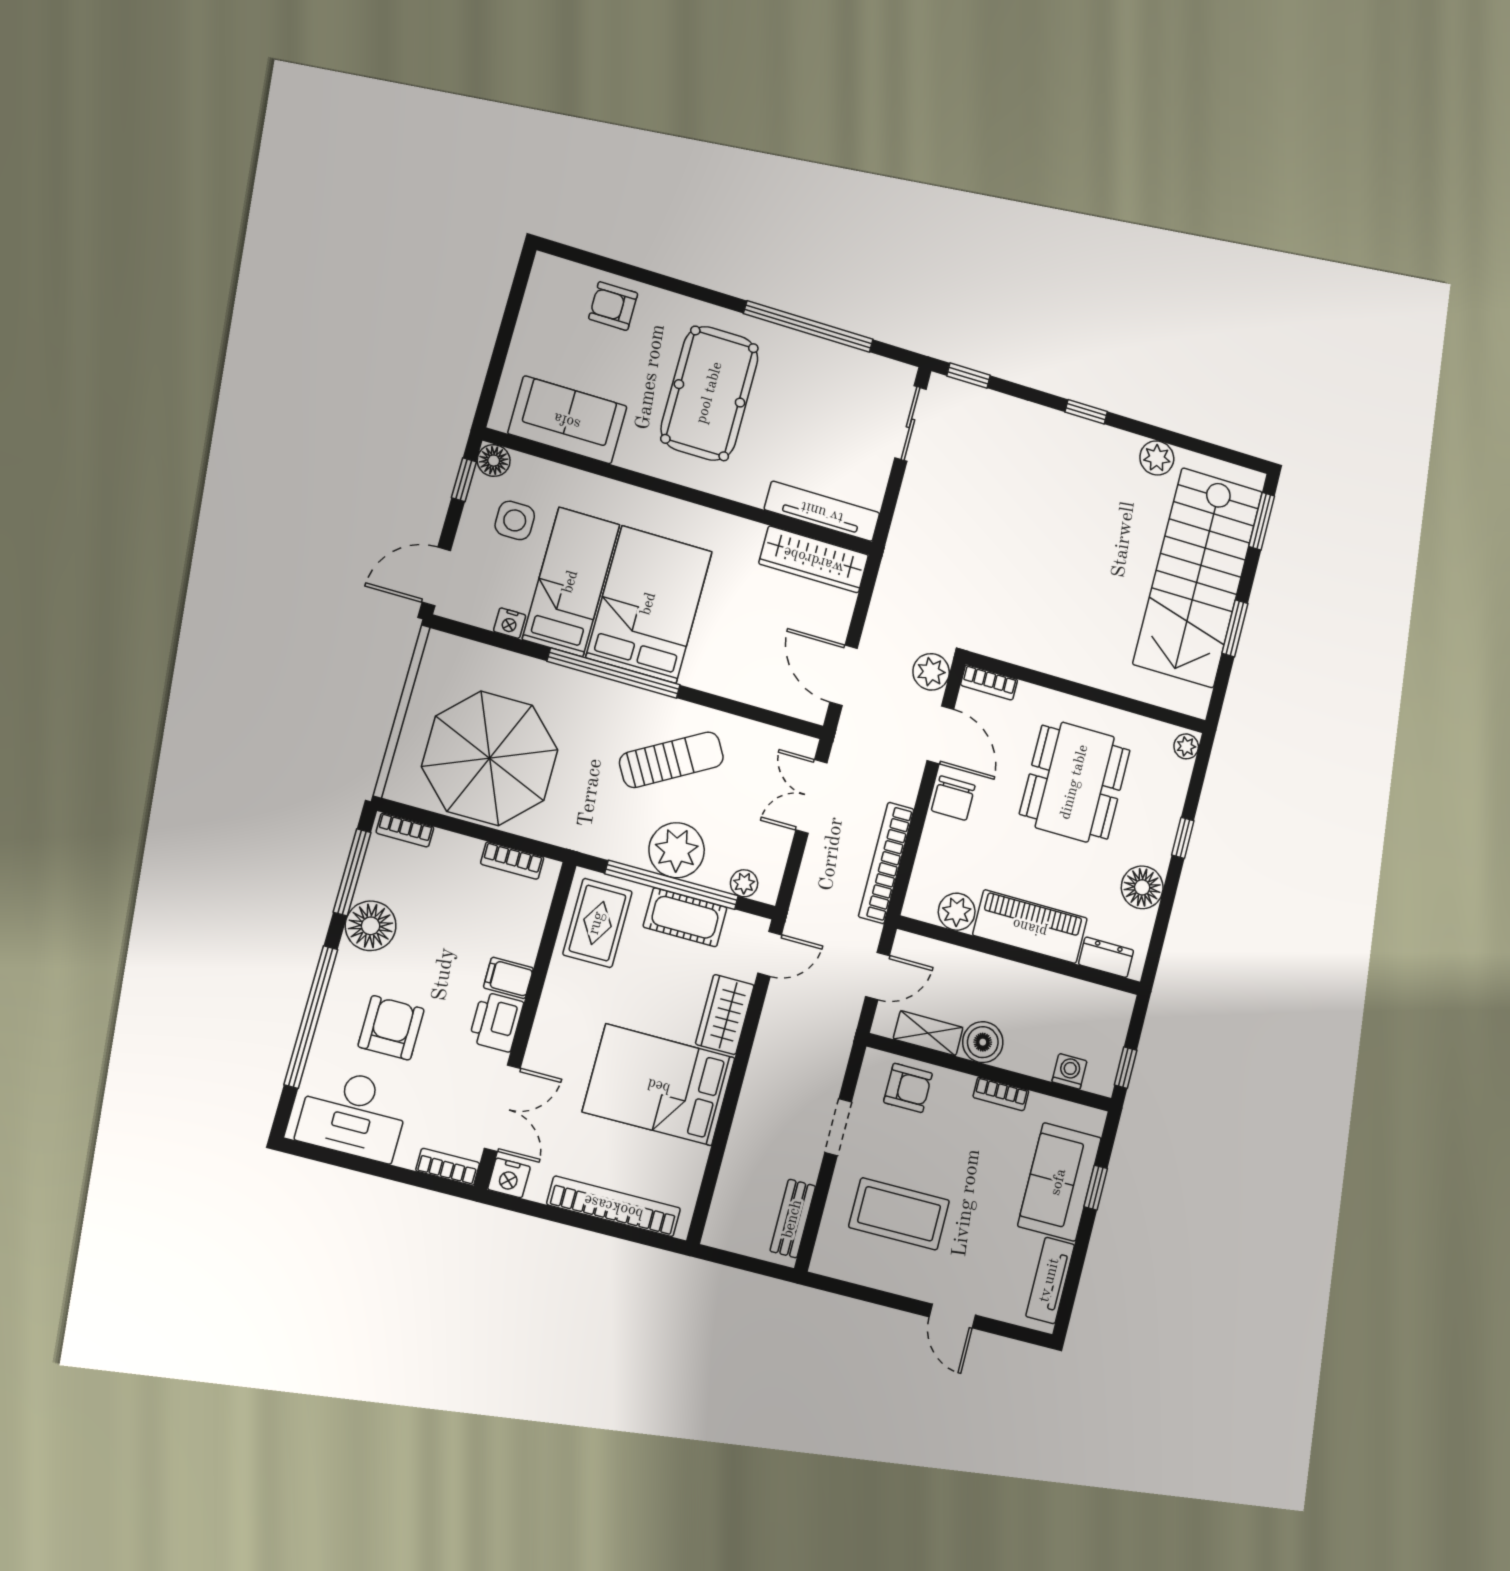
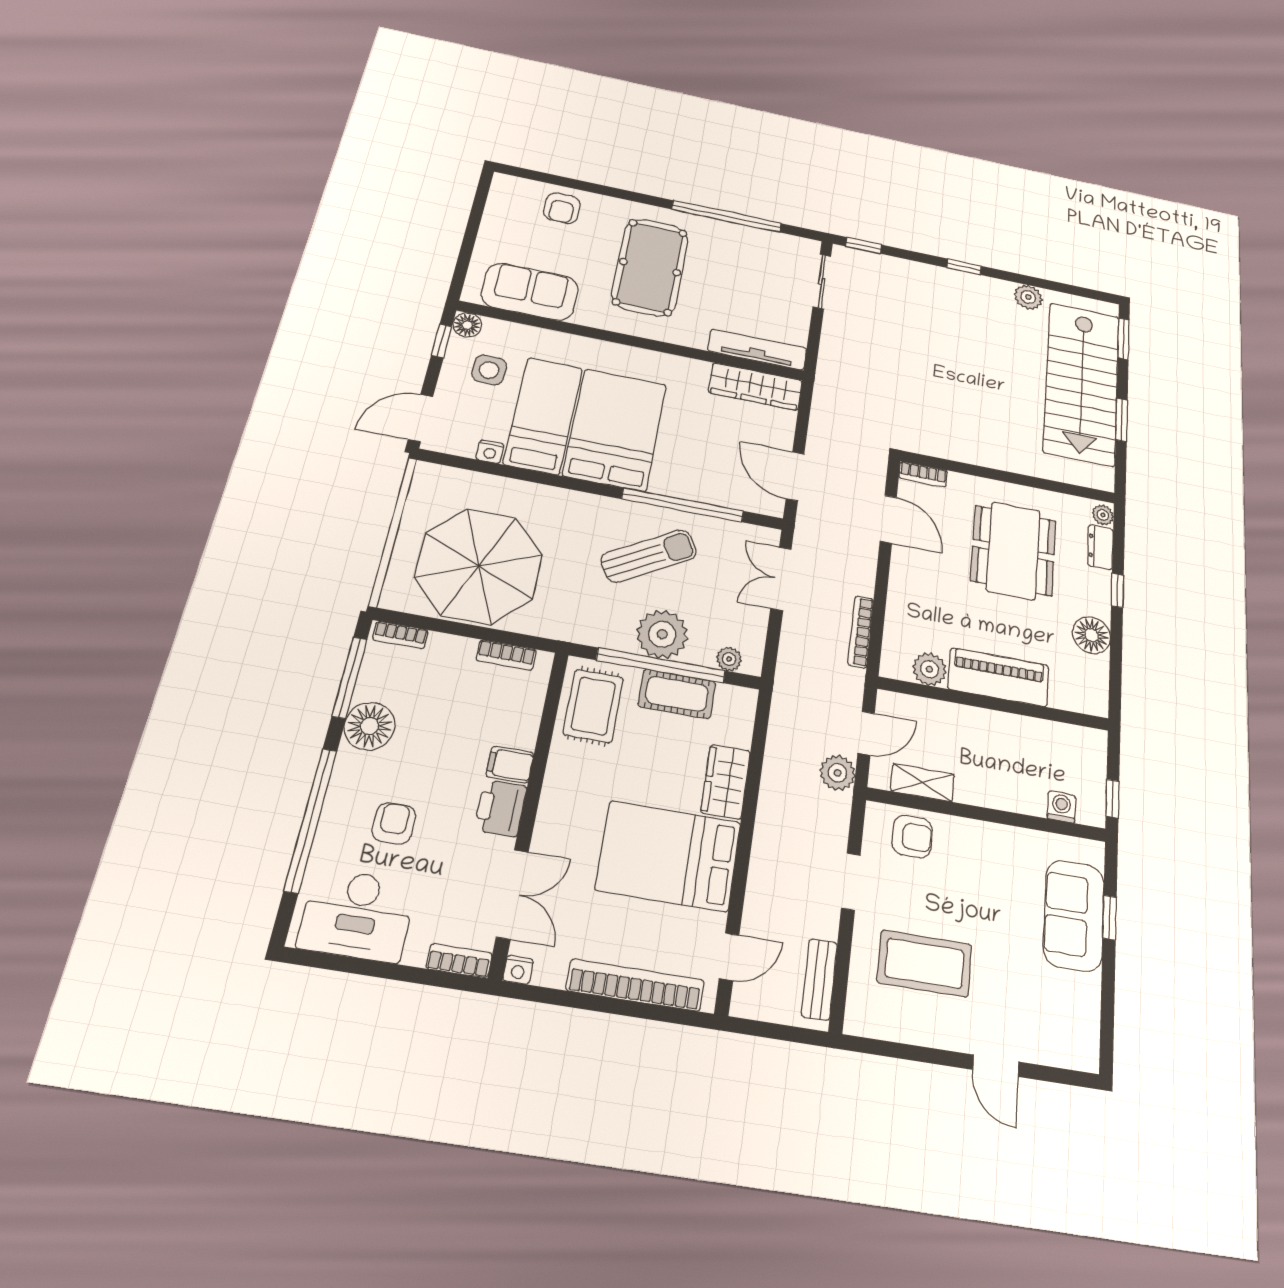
armchair: (613, 306) -> (562, 208), turned -90
plant: (931, 672) -> (838, 773), moved
window: (614, 673) -> (683, 505), moved
chair: (953, 798) -> (909, 571), removed
bookcase: (886, 863) -> (861, 632), width x0.68, depth x0.76
door: (770, 954) -> (729, 957), moved
dresser: (1106, 957) -> (1100, 547), moved, turned -90
armchair: (391, 1028) -> (394, 823), width x0.72, depth x0.72
boiler: (983, 1042) -> (975, 787), removed
bookcase: (1001, 1094) -> (1001, 834), removed
nightstand: (509, 1178) -> (518, 970), width x0.72, depth x0.74
tv unit: (1050, 1280) -> (1085, 1017), removed

